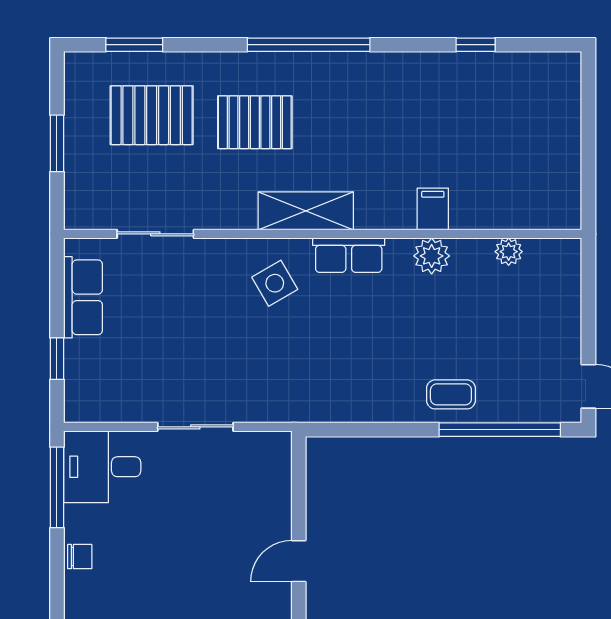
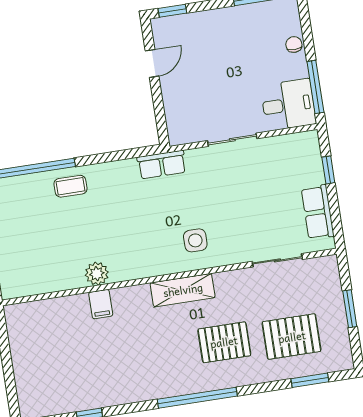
plant: (509, 252) -> (48, 284), removed
row of seats: (349, 255) -> (162, 165), moved, turned 180
side table: (275, 283) -> (195, 240), turned 30
chair: (80, 557) -> (294, 44), turned 90

